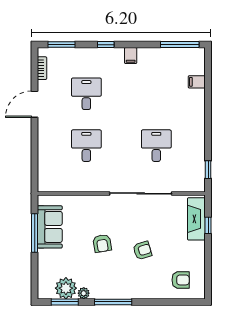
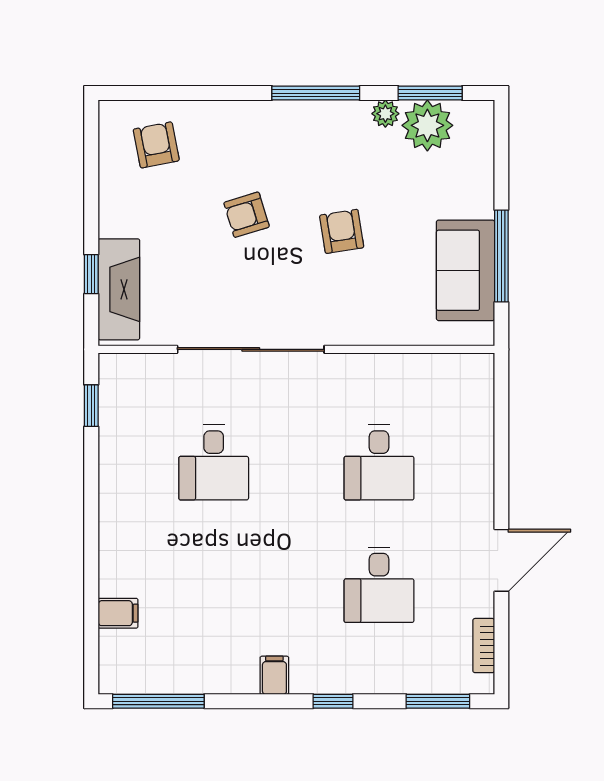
armchair: (181, 280) -> (156, 145), turned 79

